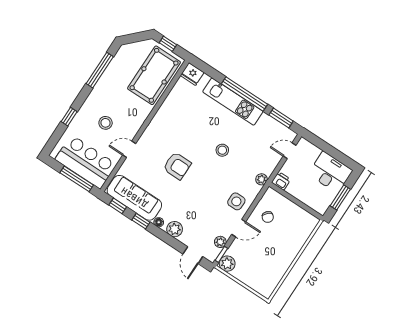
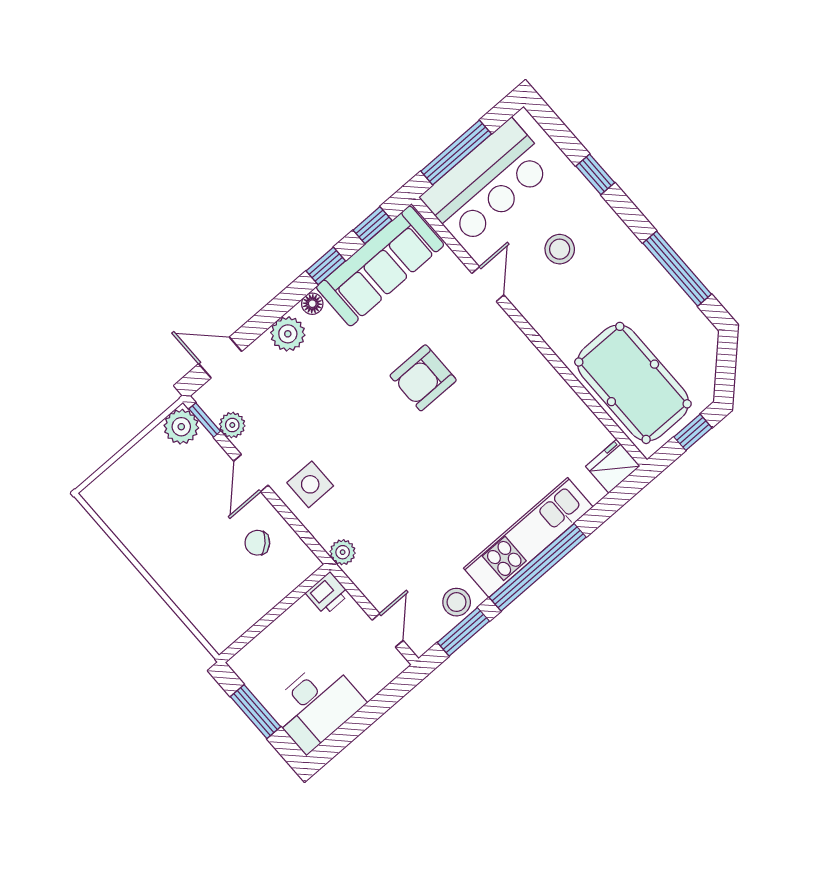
stool: (222, 150) -> (457, 602), moved

